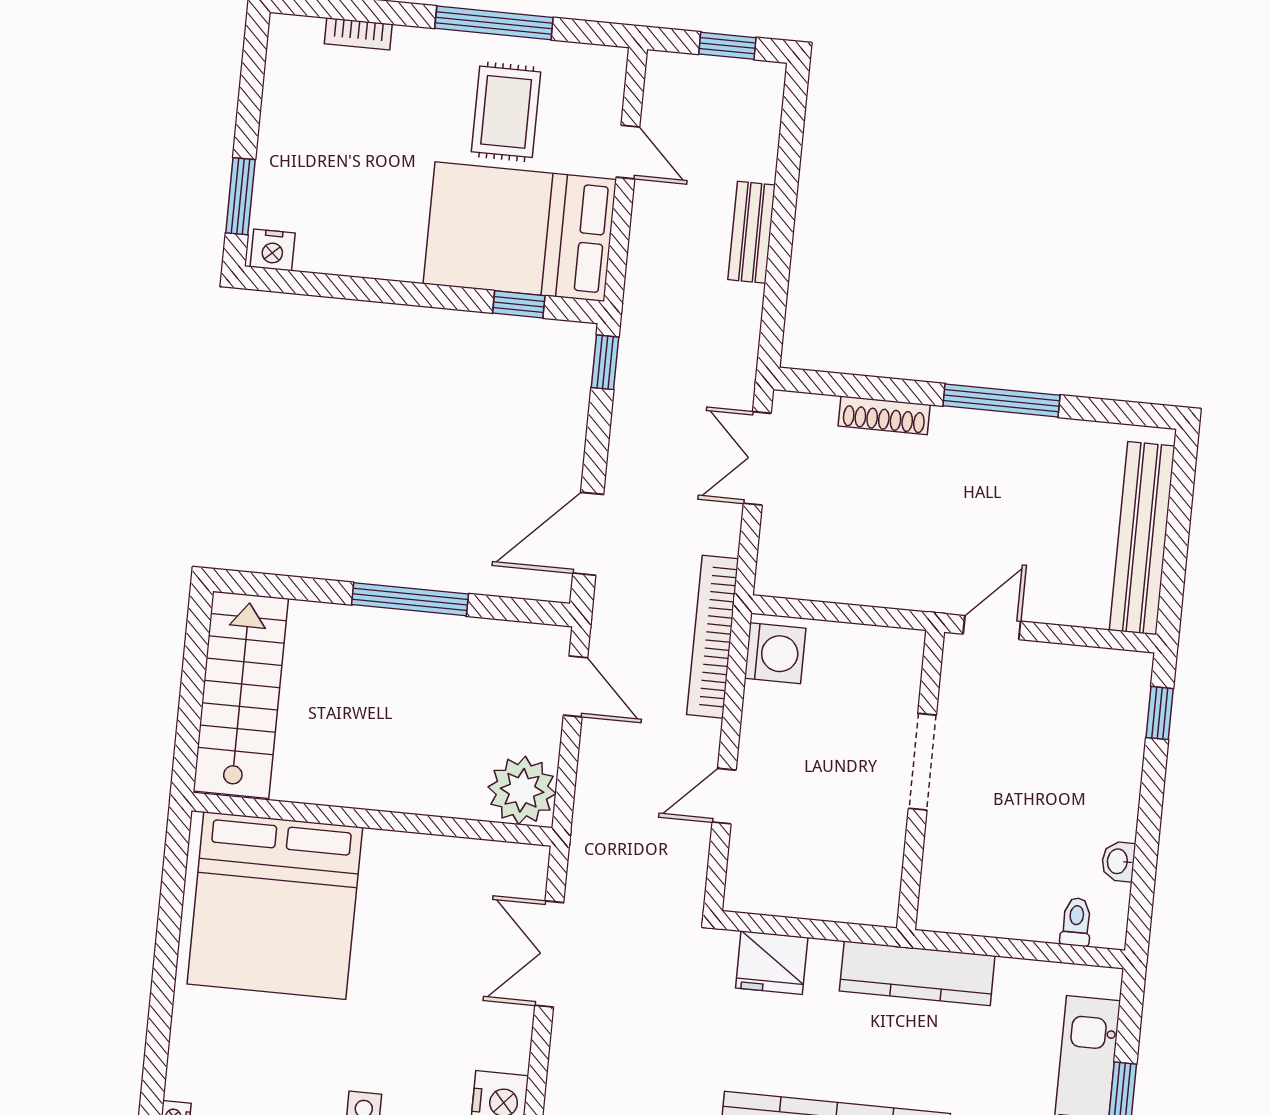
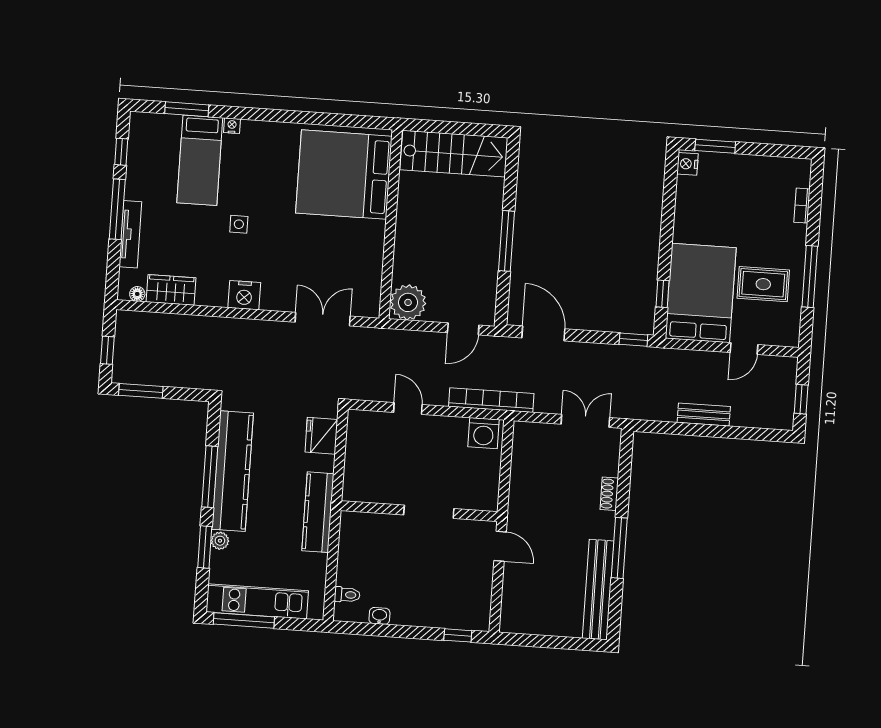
shoe rack: (884, 415) -> (609, 494), width x0.70
bench: (1142, 538) -> (598, 590), moved, turned 90

